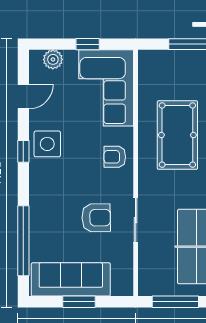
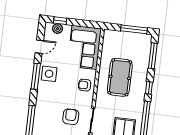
window: (88, 44) -> (60, 21), moved
window: (23, 151) -> (36, 76), width x2.17
armchair: (96, 218) -> (71, 117), turned -89

